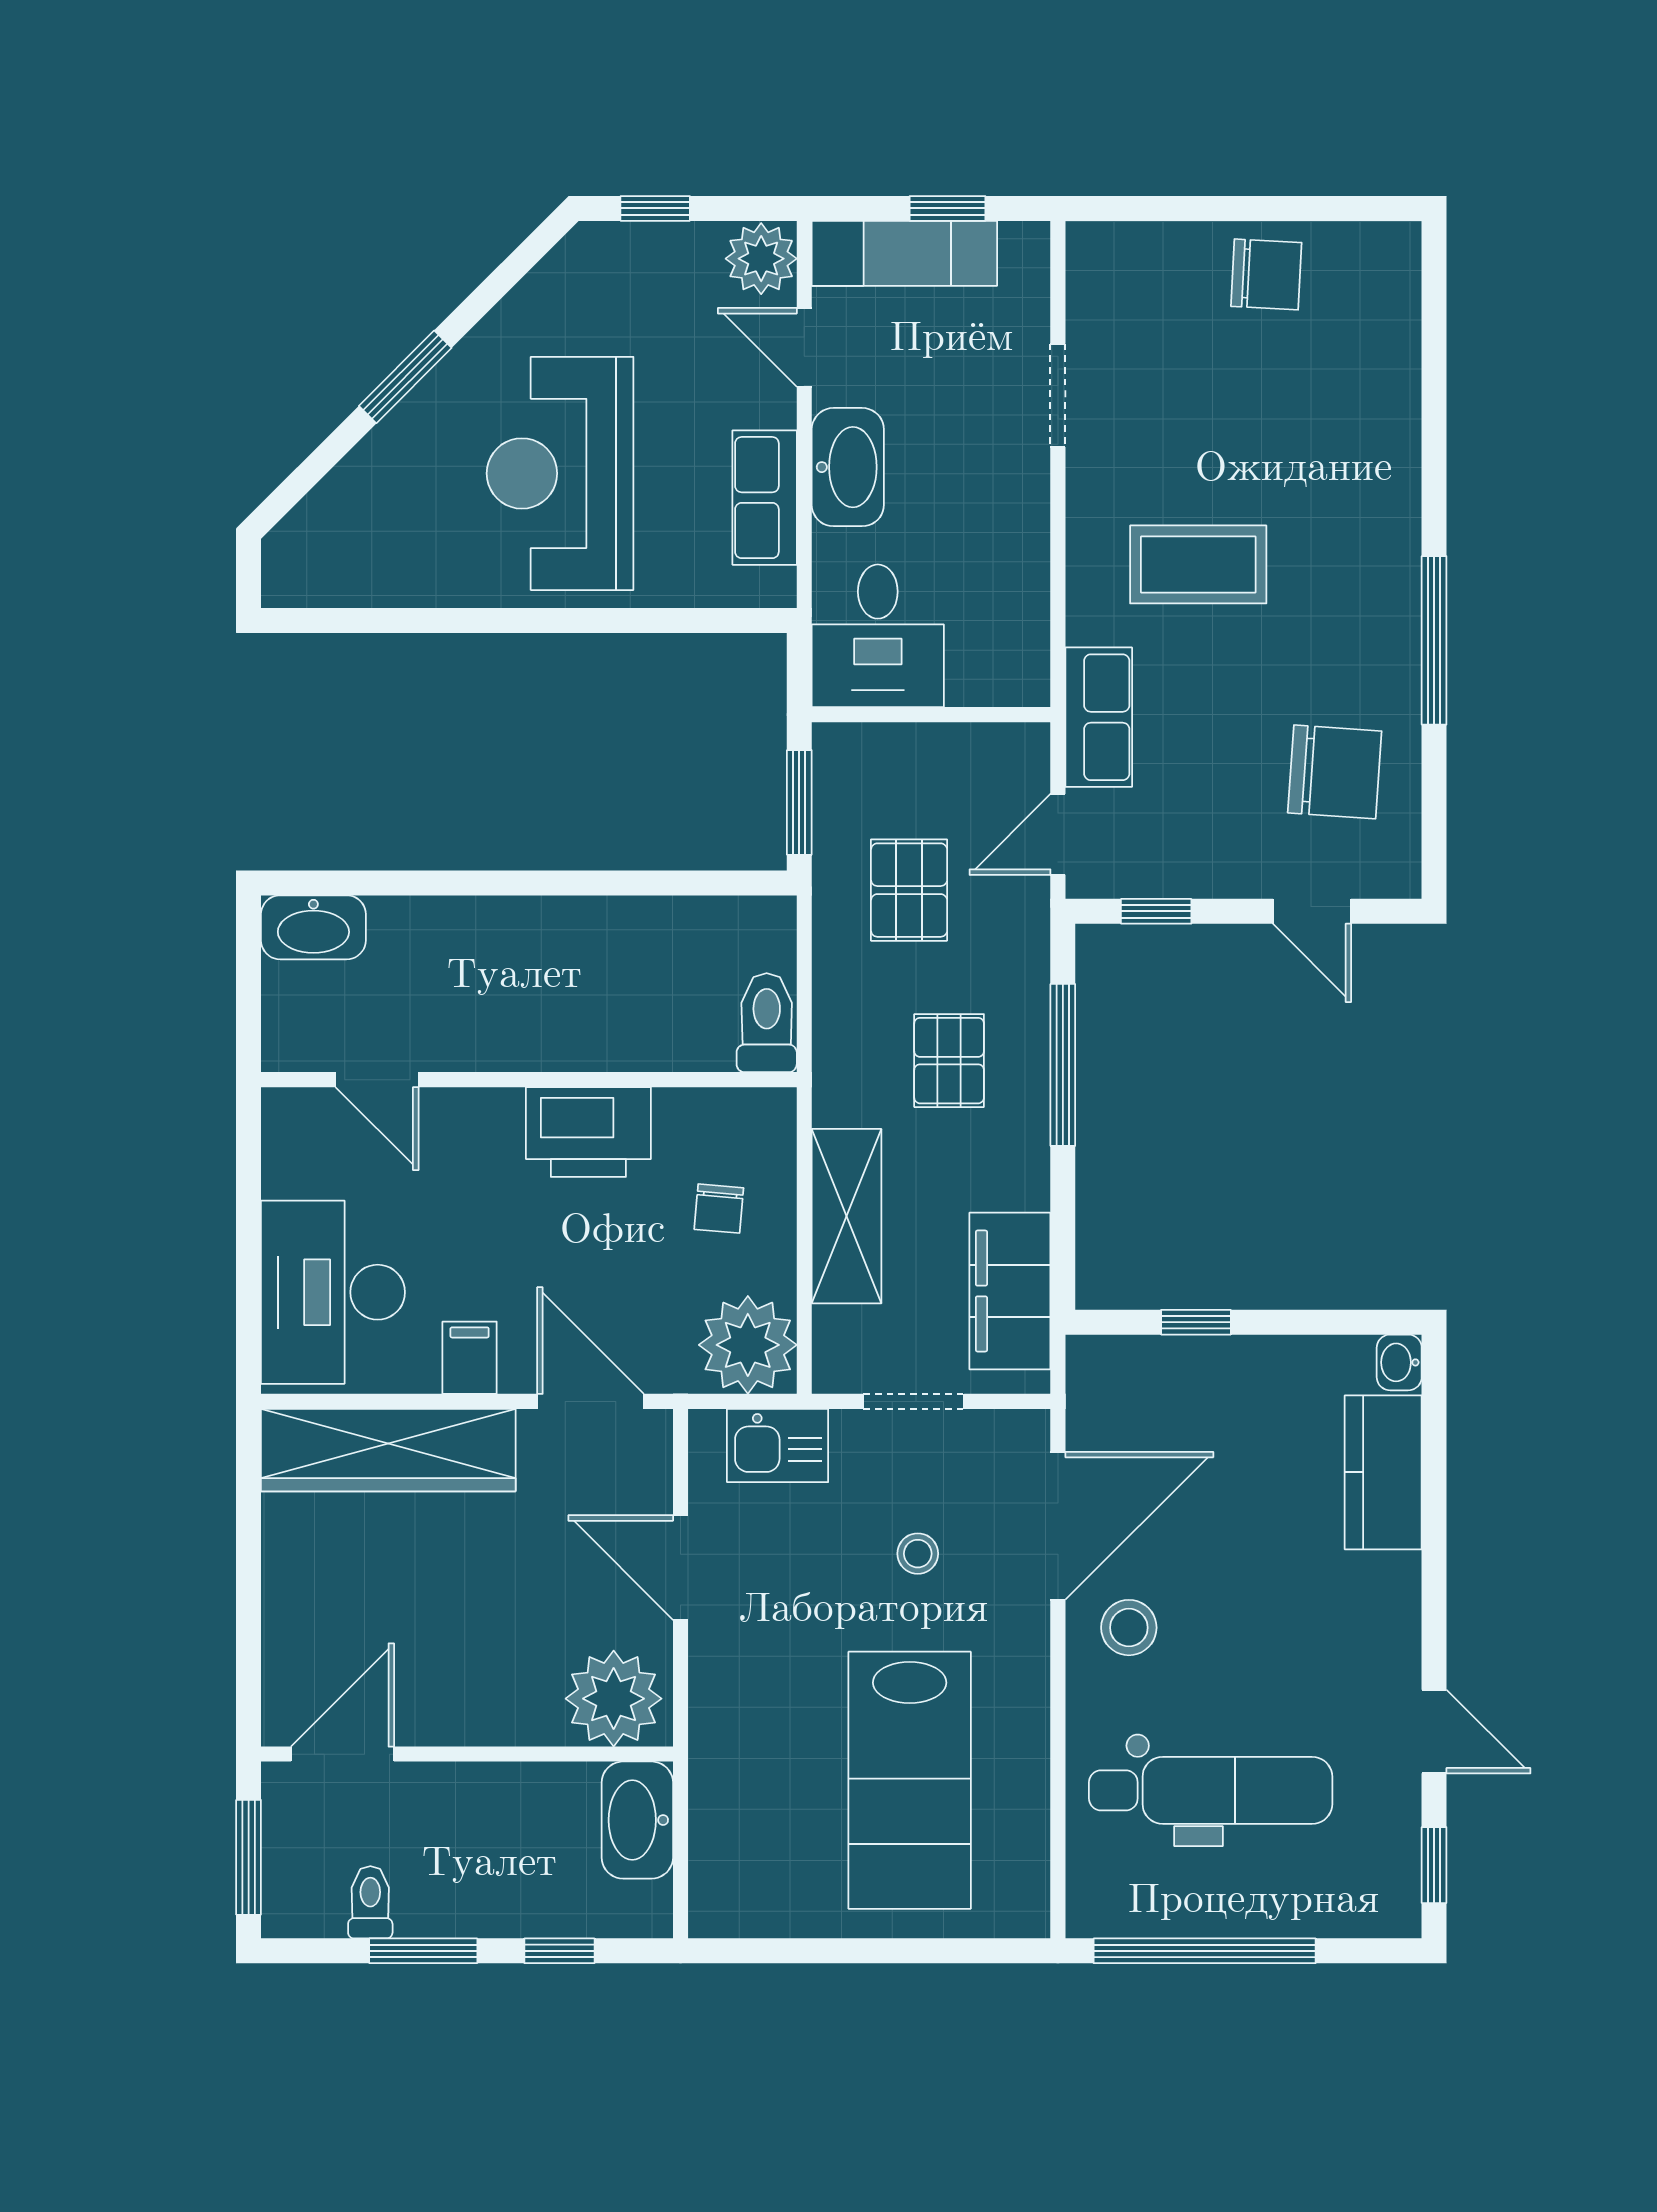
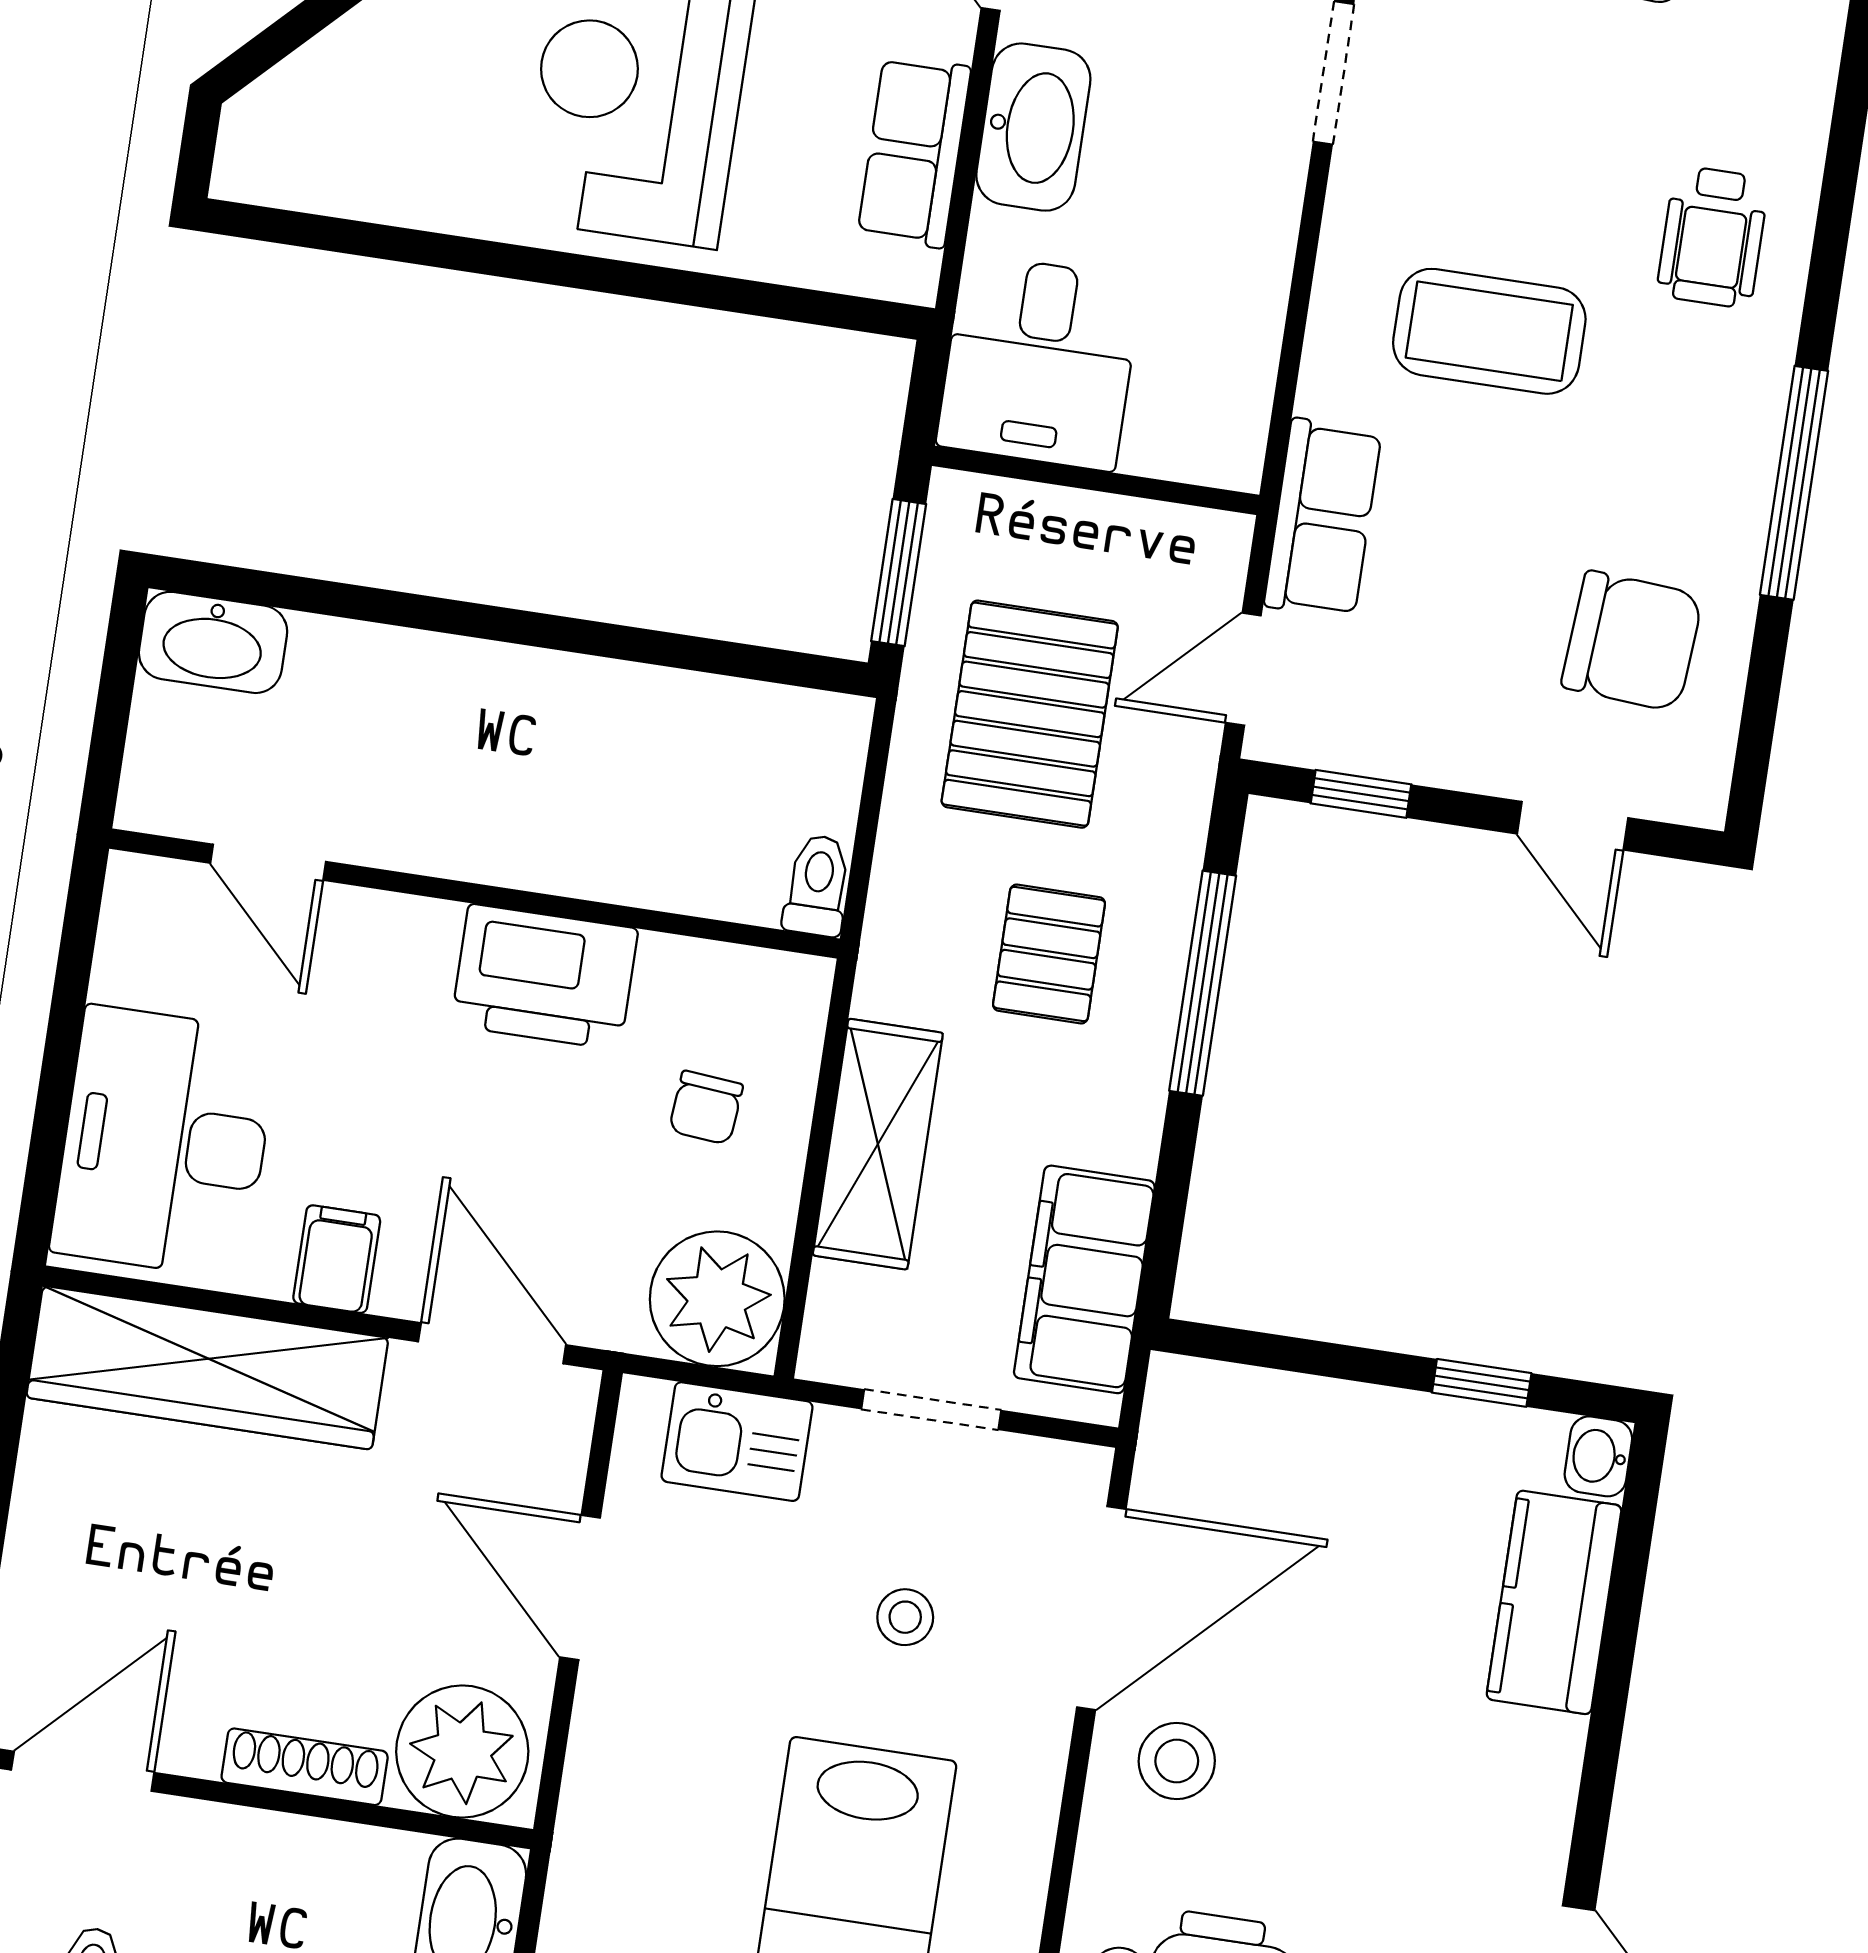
wheelchair: (1349, 472) -> (1713, 237), added
pallet: (909, 890) -> (1030, 714), width x1.50, depth x1.42
toilet: (767, 1023) -> (817, 885), width x0.73, depth x0.72
window: (1196, 1322) -> (1482, 1383), moved
shoe rack: (502, 1727) -> (305, 1767), added

